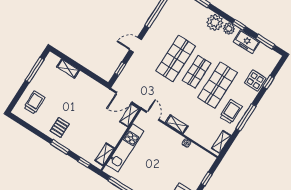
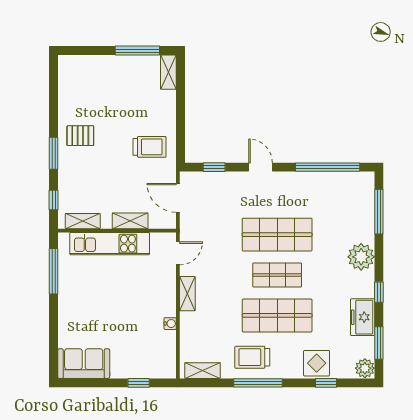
plant: (229, 29) -> (365, 368), moved
shelving: (68, 69) -> (168, 72), moved
trolley: (34, 102) -> (150, 147), moved
trolley: (231, 112) -> (252, 357), turned 180
shelving: (129, 115) -> (130, 221), moved

